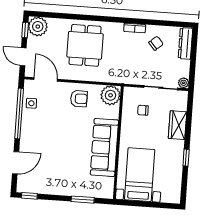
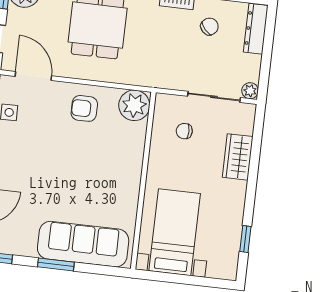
armchair: (79, 99) -> (84, 108), turned 180
sofa: (104, 148) -> (83, 244), moved, turned 90
window: (186, 158) -> (245, 239), moved
window: (83, 200) -> (56, 264), moved

